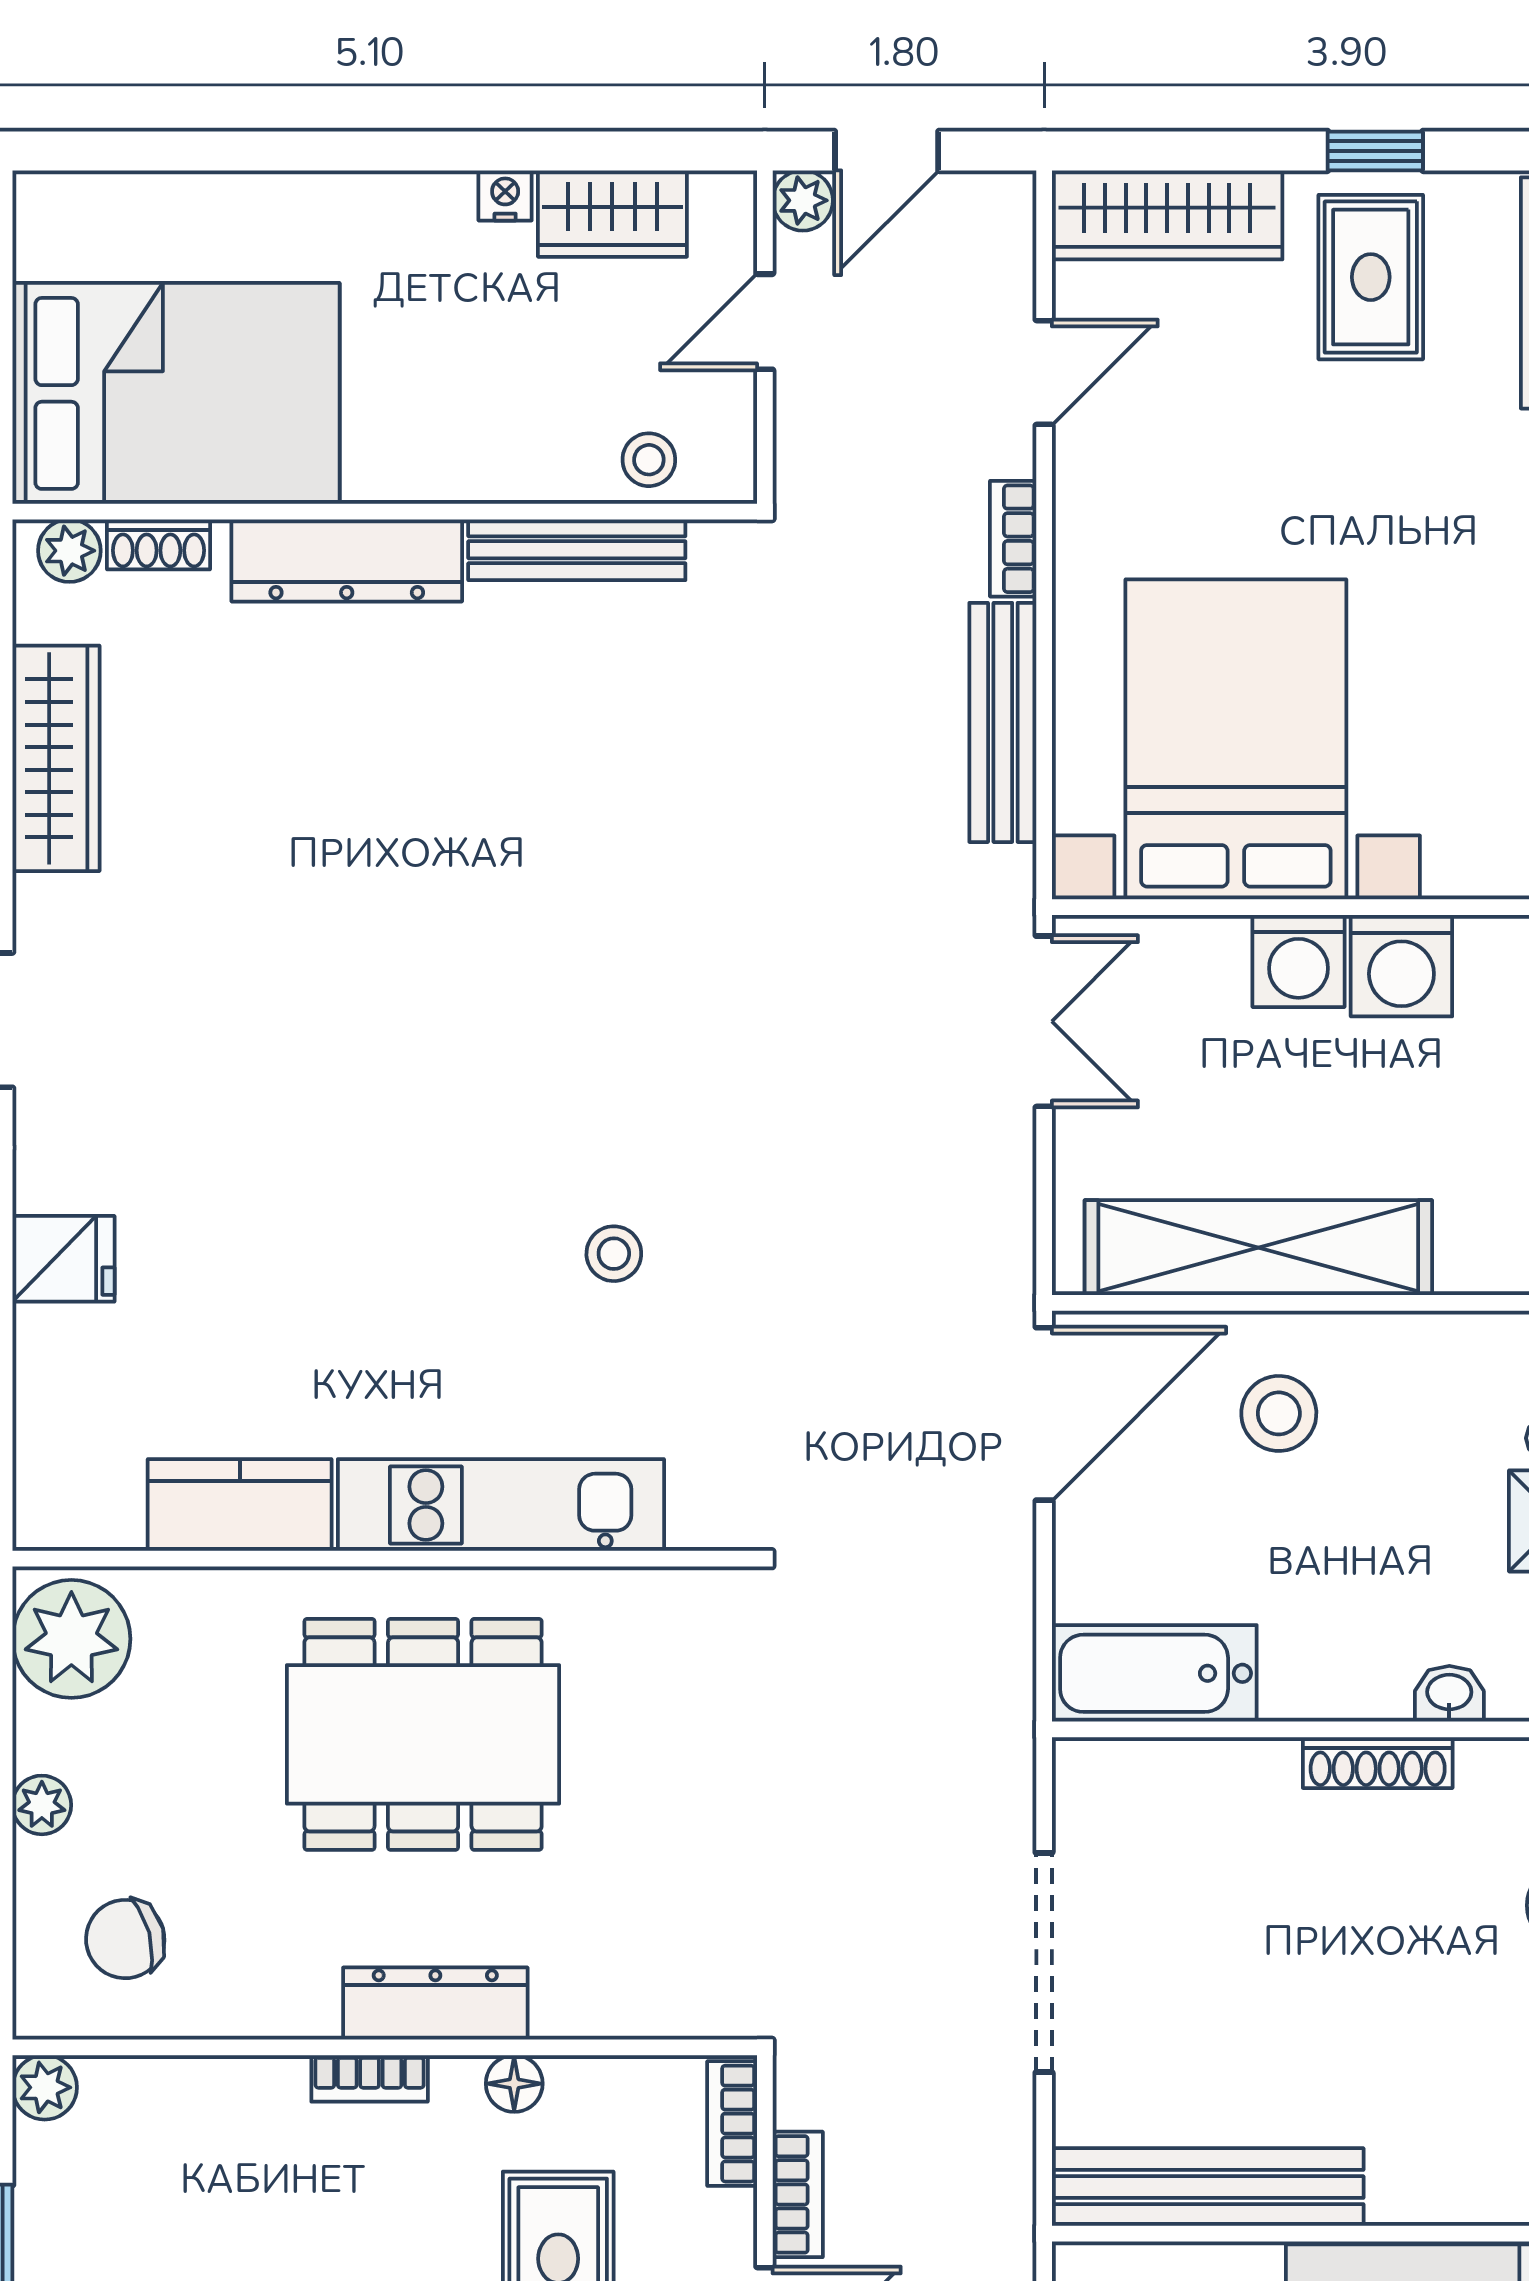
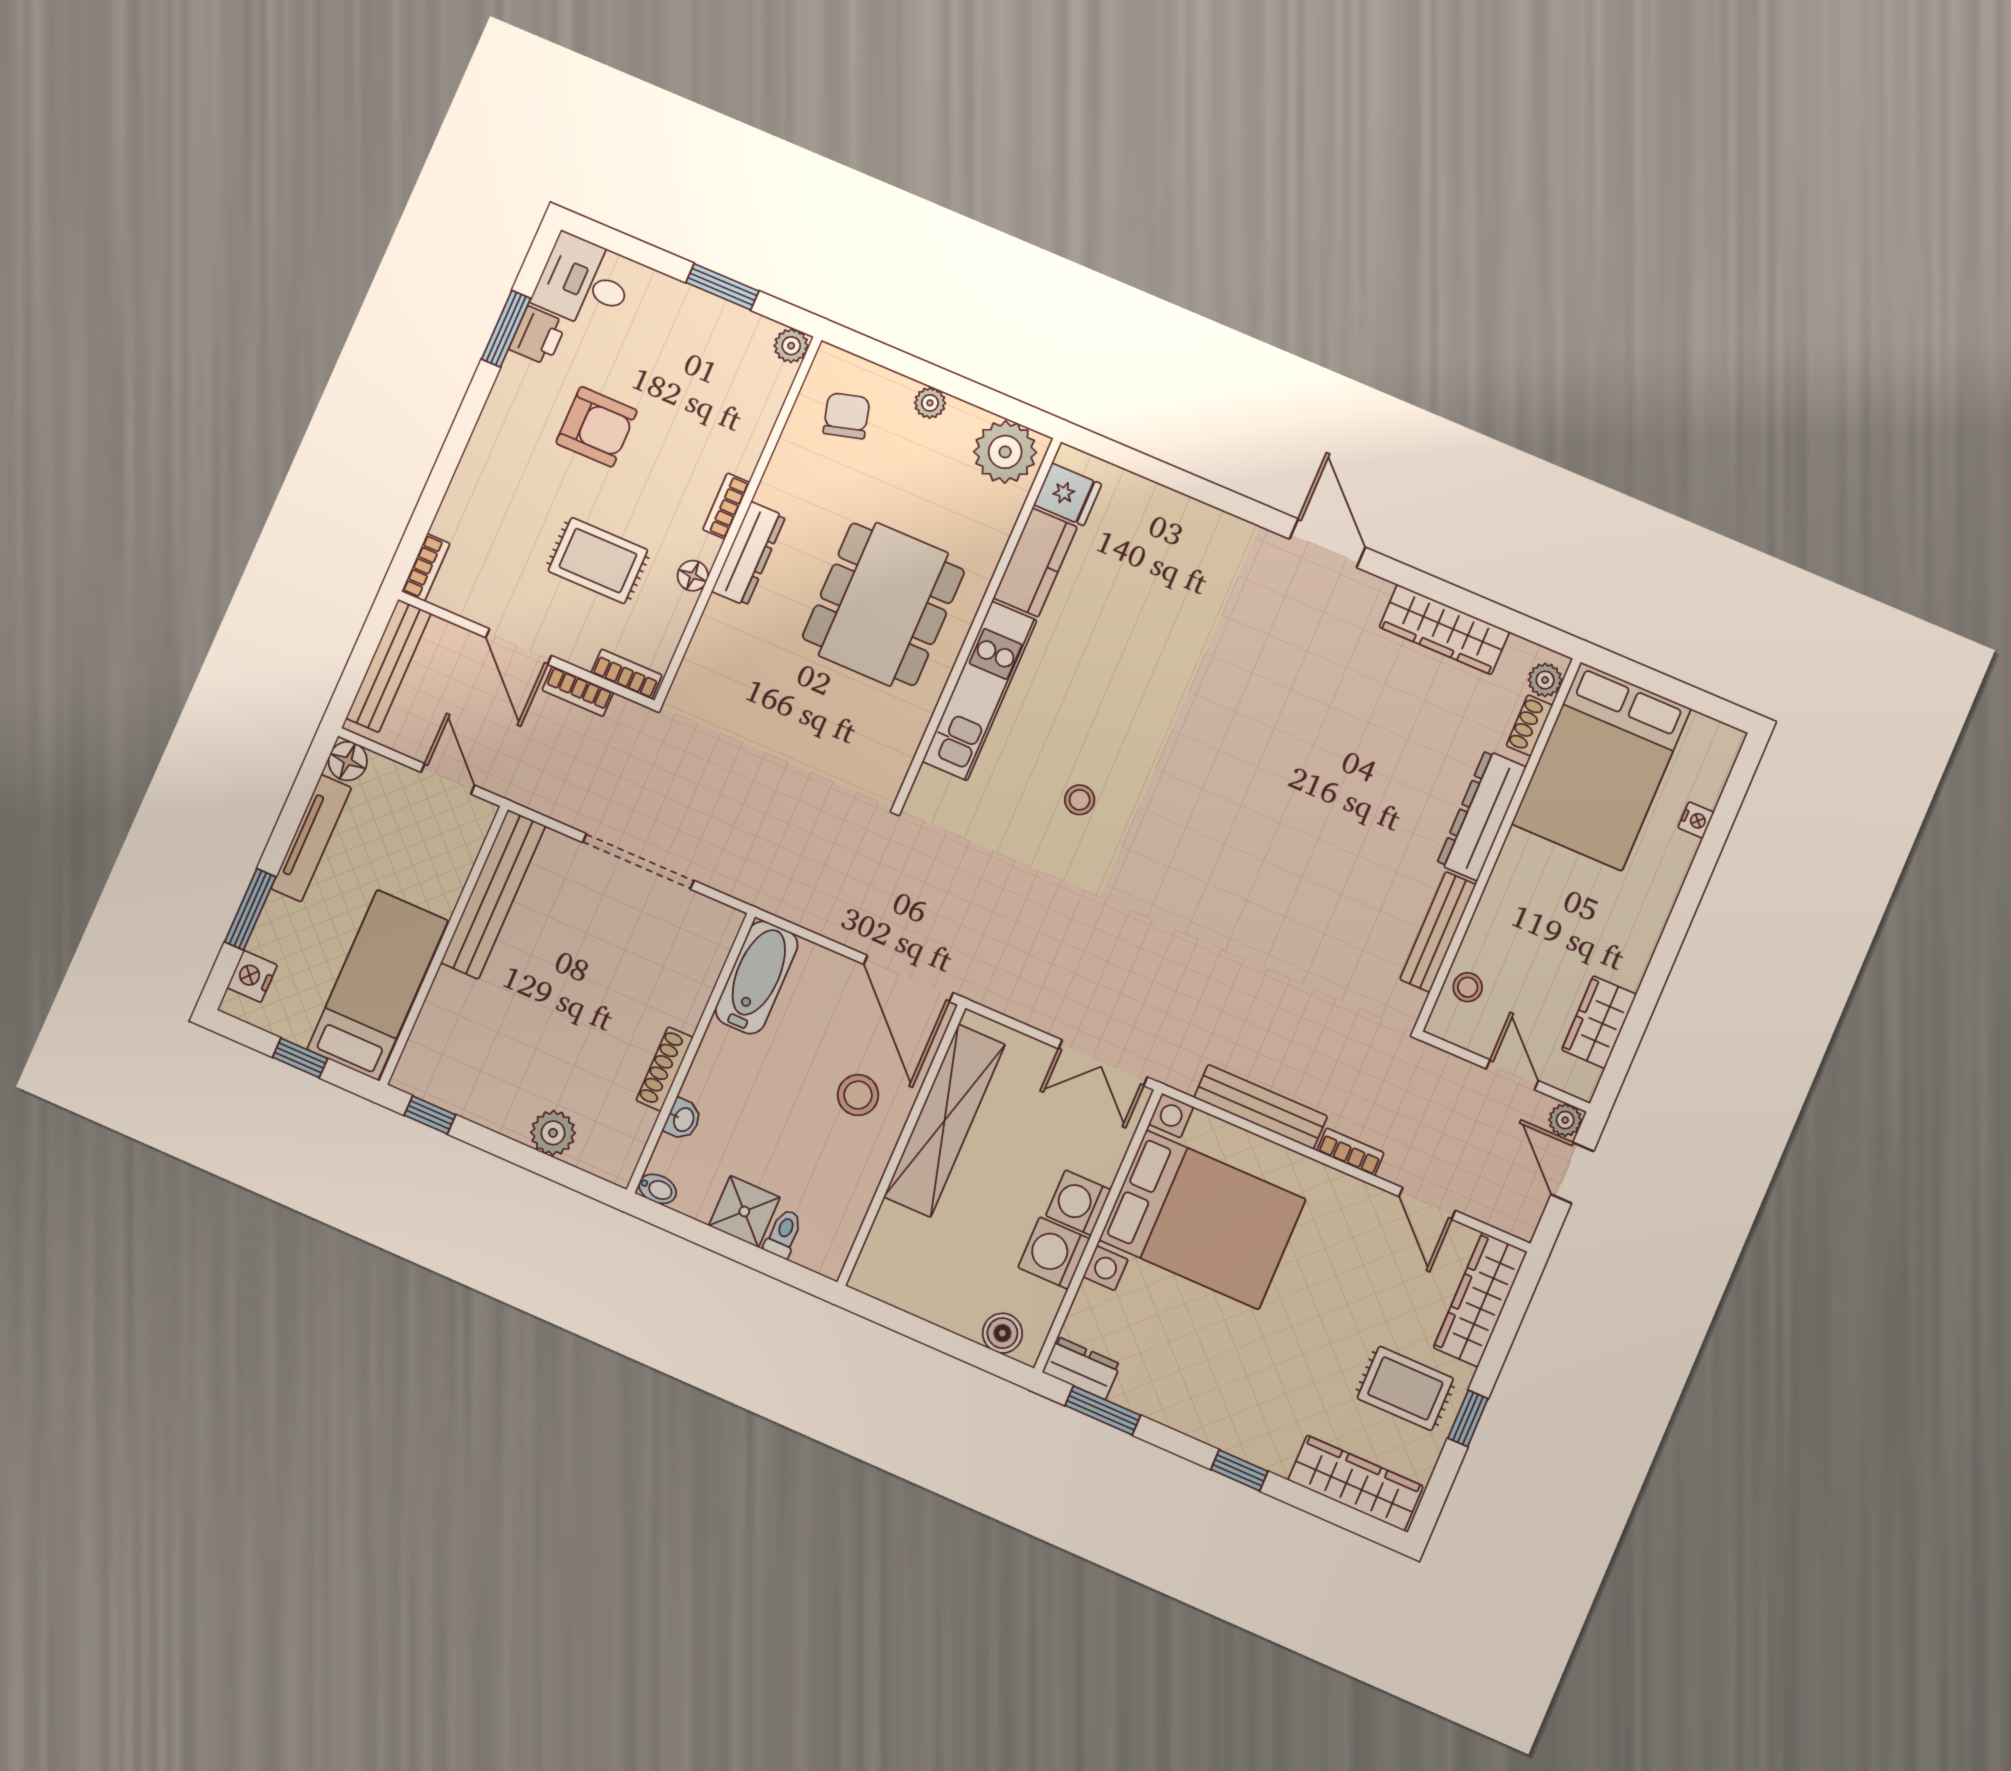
nightstand: (505, 195) -> (1696, 820), moved
fridge: (63, 1259) -> (1068, 494), moved, turned -90

